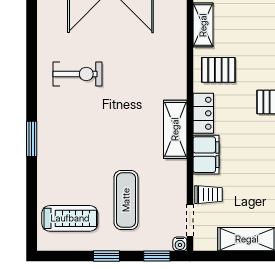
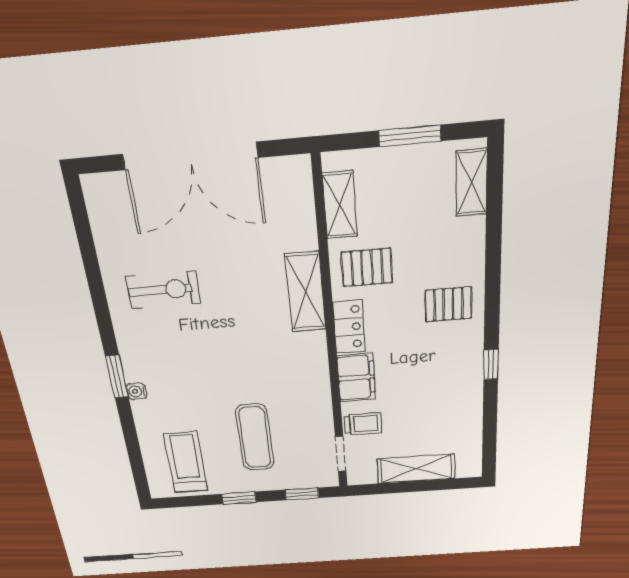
shelving: (175, 129) -> (306, 292), moved
treadmill: (70, 218) -> (186, 462), turned -90
water cooler: (180, 244) -> (137, 391), moved, turned 90

